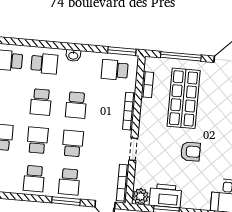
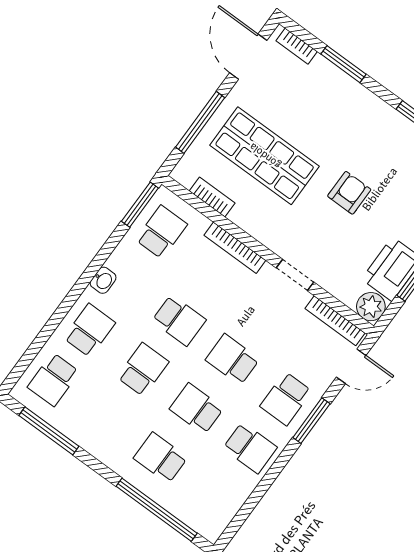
school desk: (115, 70) -> (161, 232), turned 180
school desk: (41, 102) -> (143, 369), turned -90
school desk: (69, 182) -> (286, 399), turned 90

